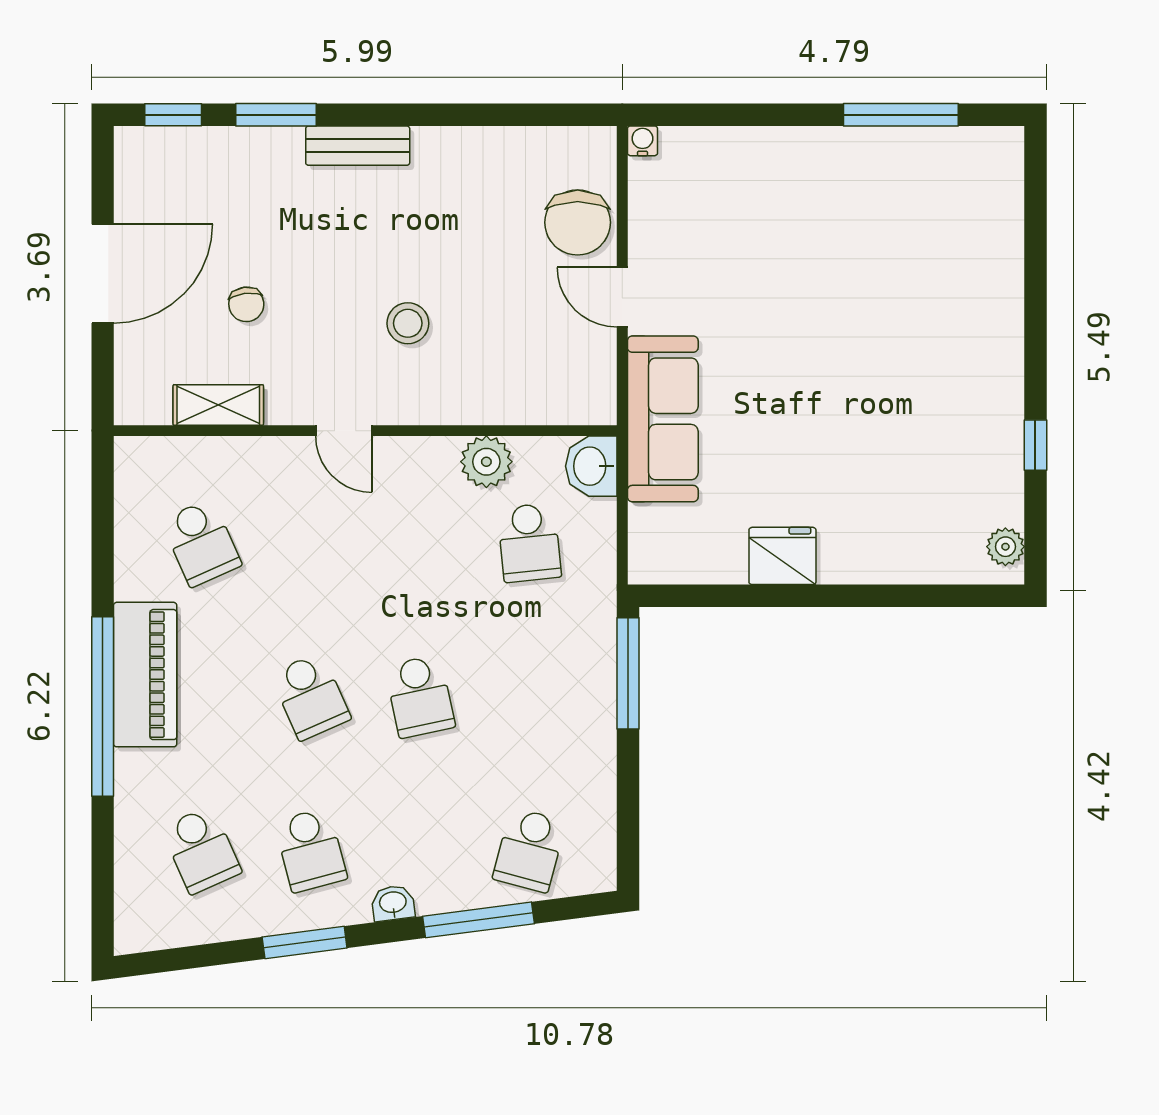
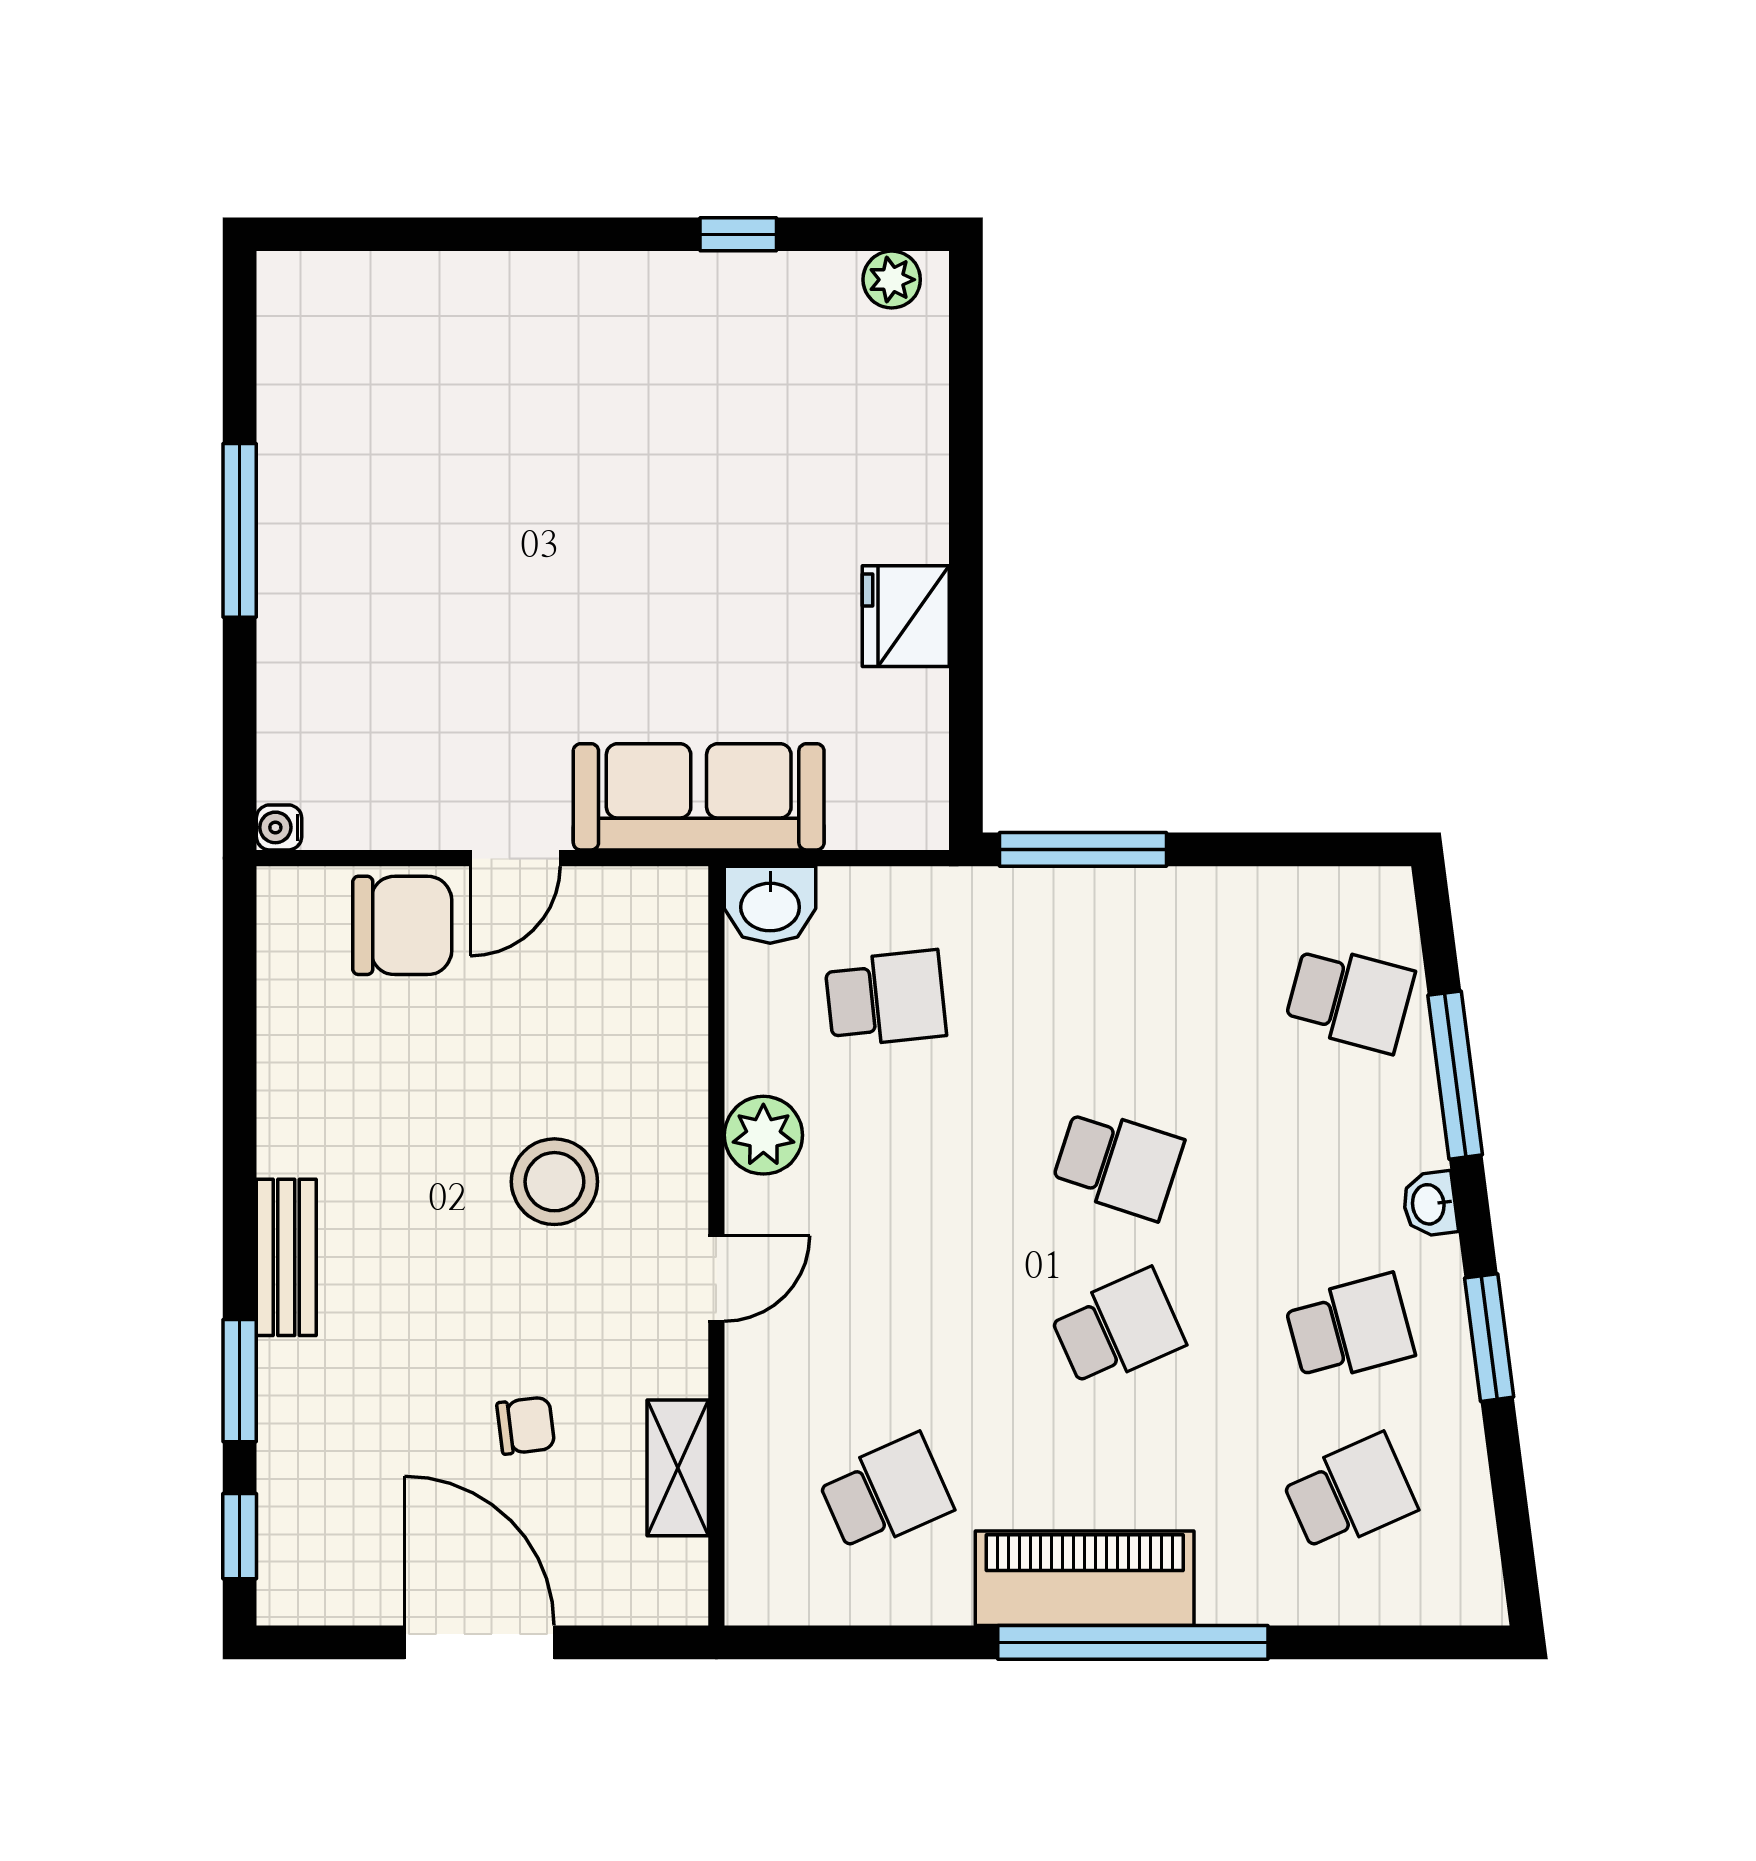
window: (901, 115) -> (240, 530), moved
stool: (408, 323) -> (554, 1182), width x1.38, depth x1.38
plant: (486, 462) -> (763, 1135), moved
school desk: (420, 696) -> (1118, 1163), turned 30

